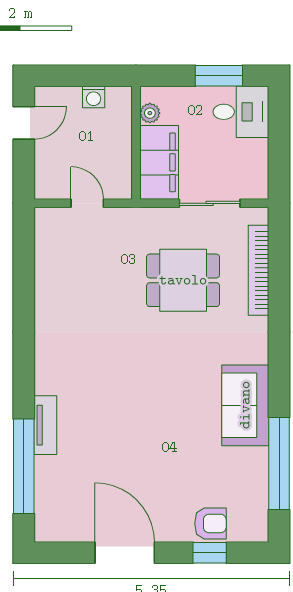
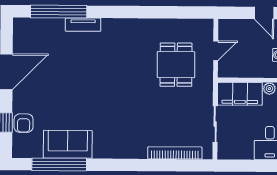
dining table: (183, 280) -> (176, 65), moved
sofa: (245, 405) -> (68, 144), moved

